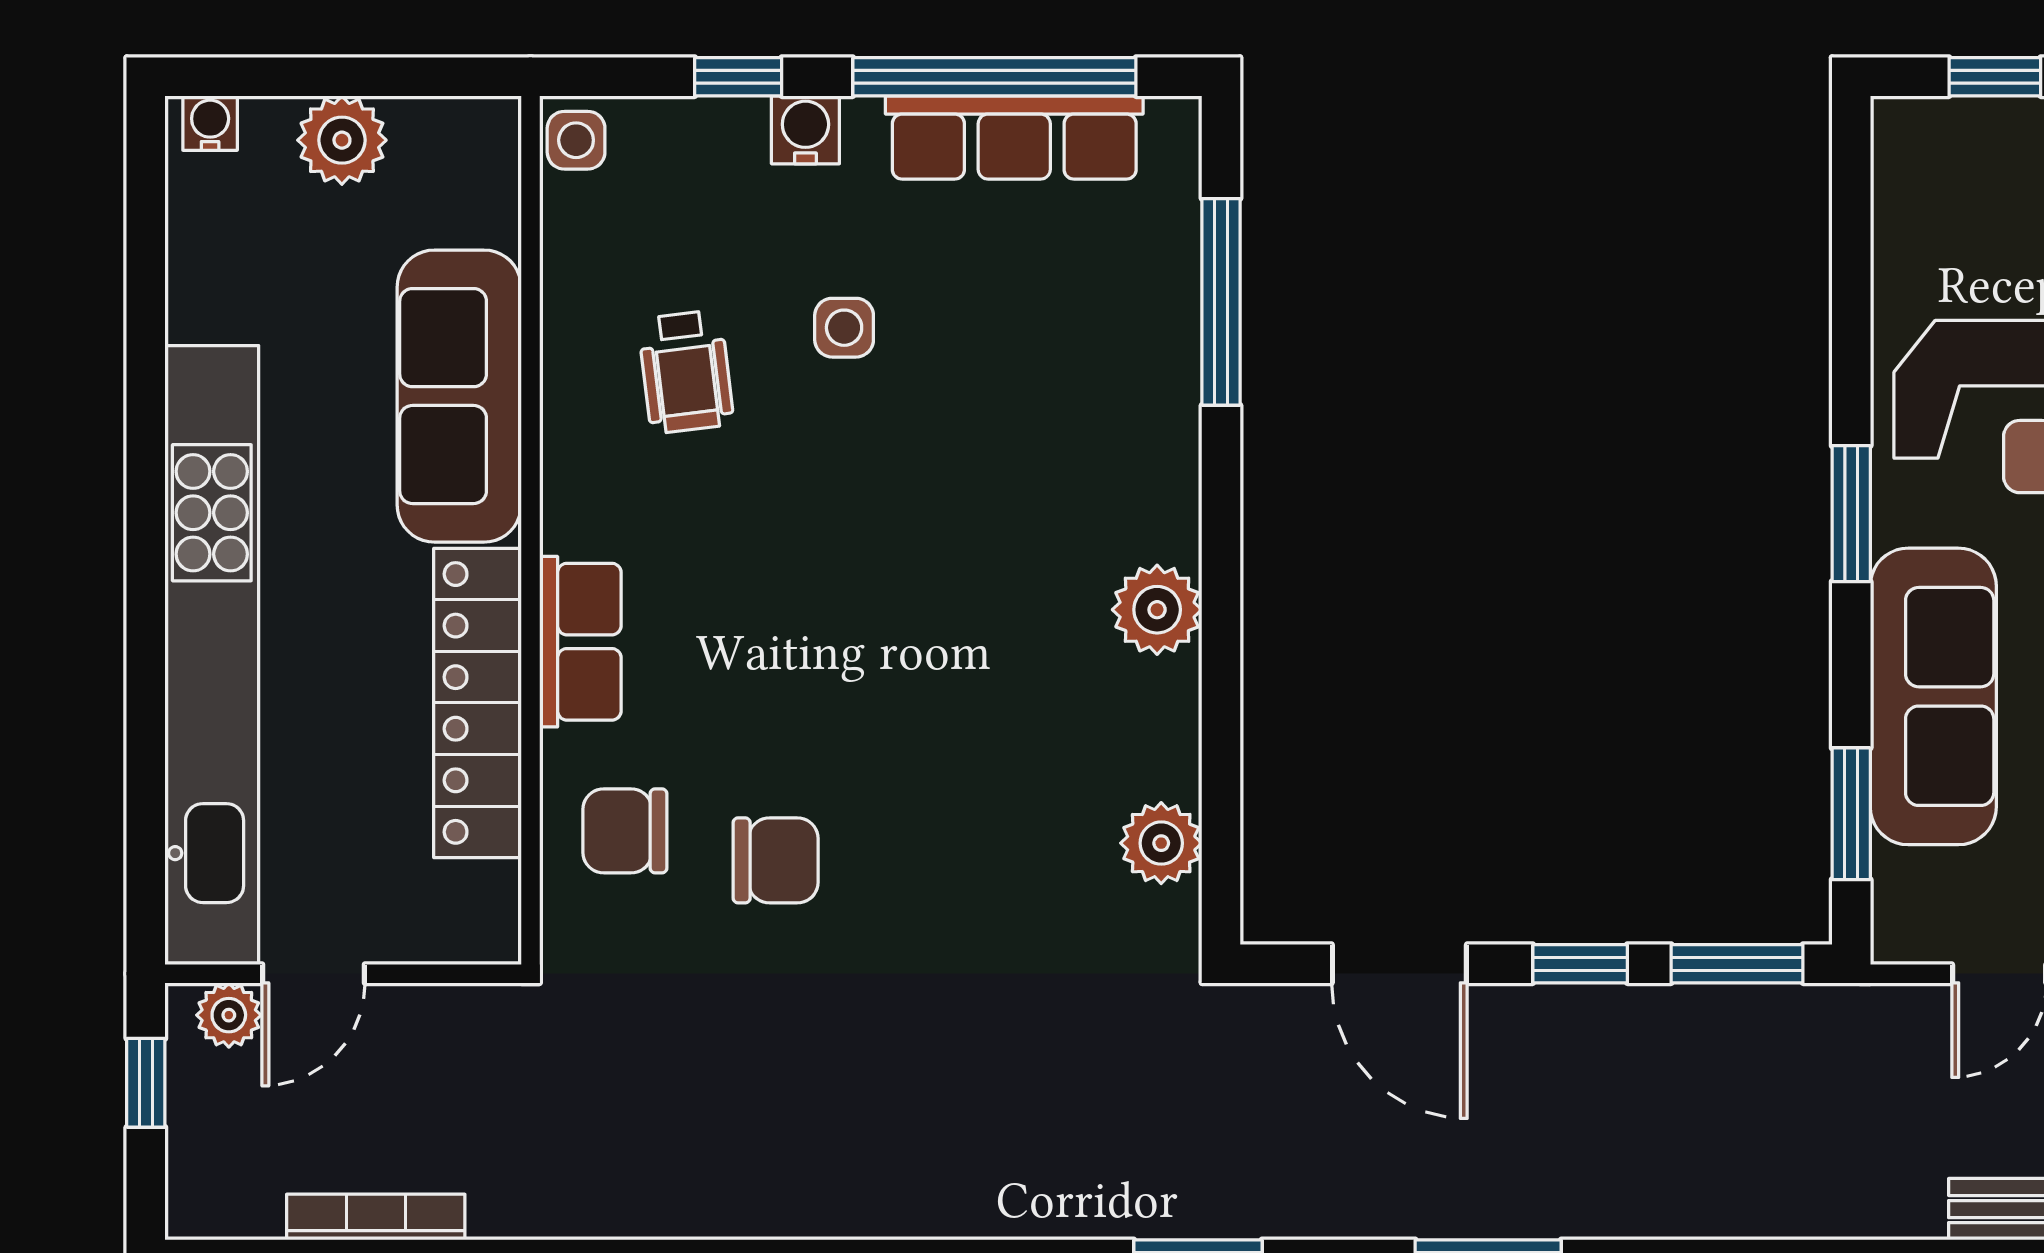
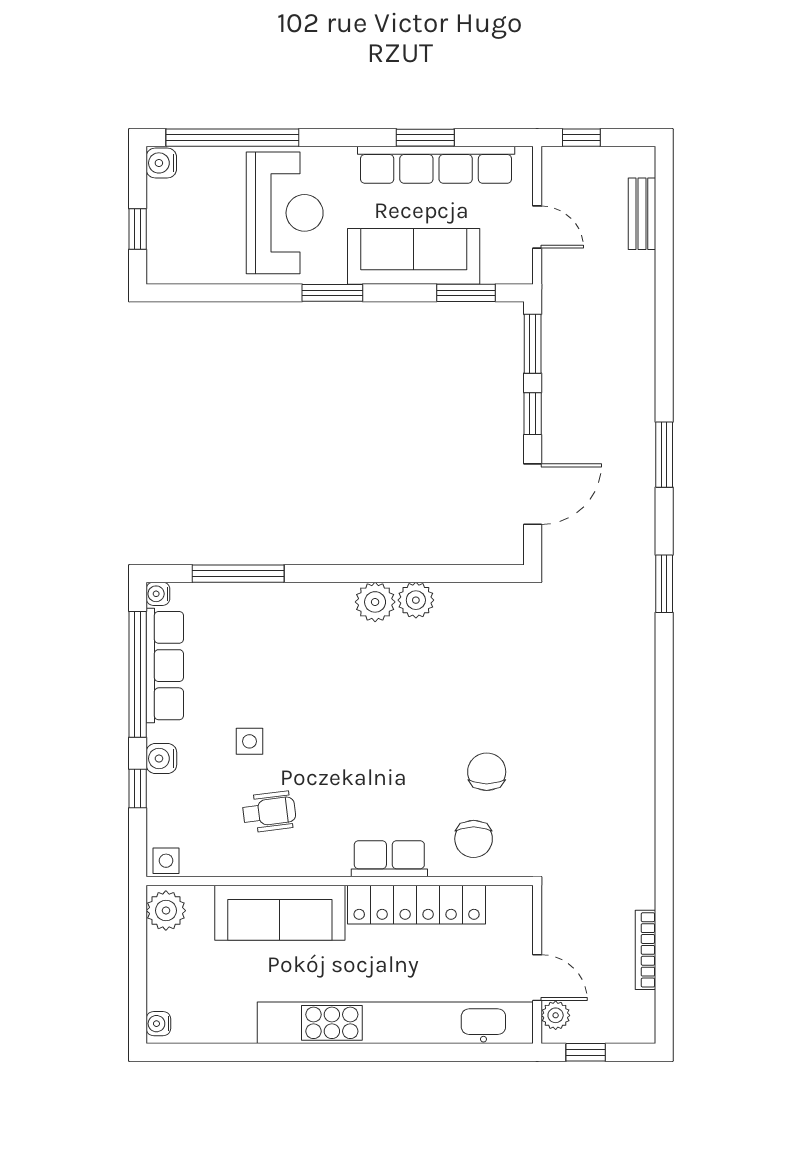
water cooler: (1176, 122) -> (158, 594), added
plant: (342, 140) -> (166, 911), moved
plant: (1161, 843) -> (416, 600), moved

